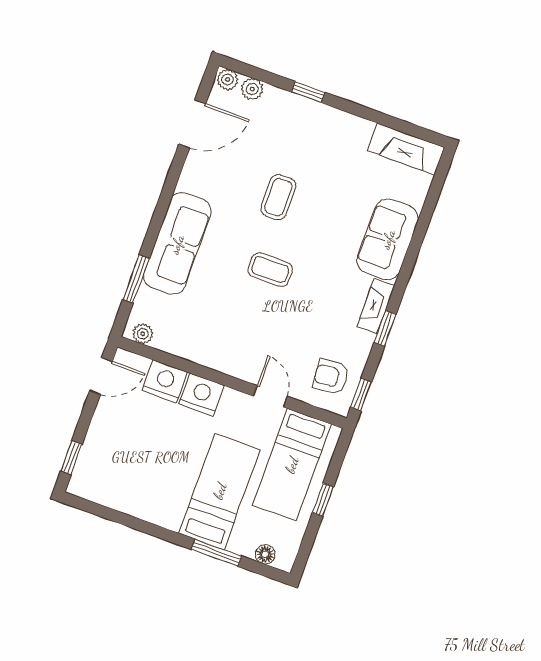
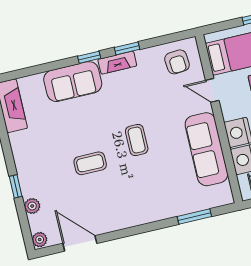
plant: (252, 89) -> (32, 206), moved
sofa: (177, 244) -> (206, 149), moved, turned -90
plant: (143, 334) -> (225, 191), removed
window: (361, 395) -> (89, 57), moved
door: (270, 396) -> (212, 90), hinge flipped

